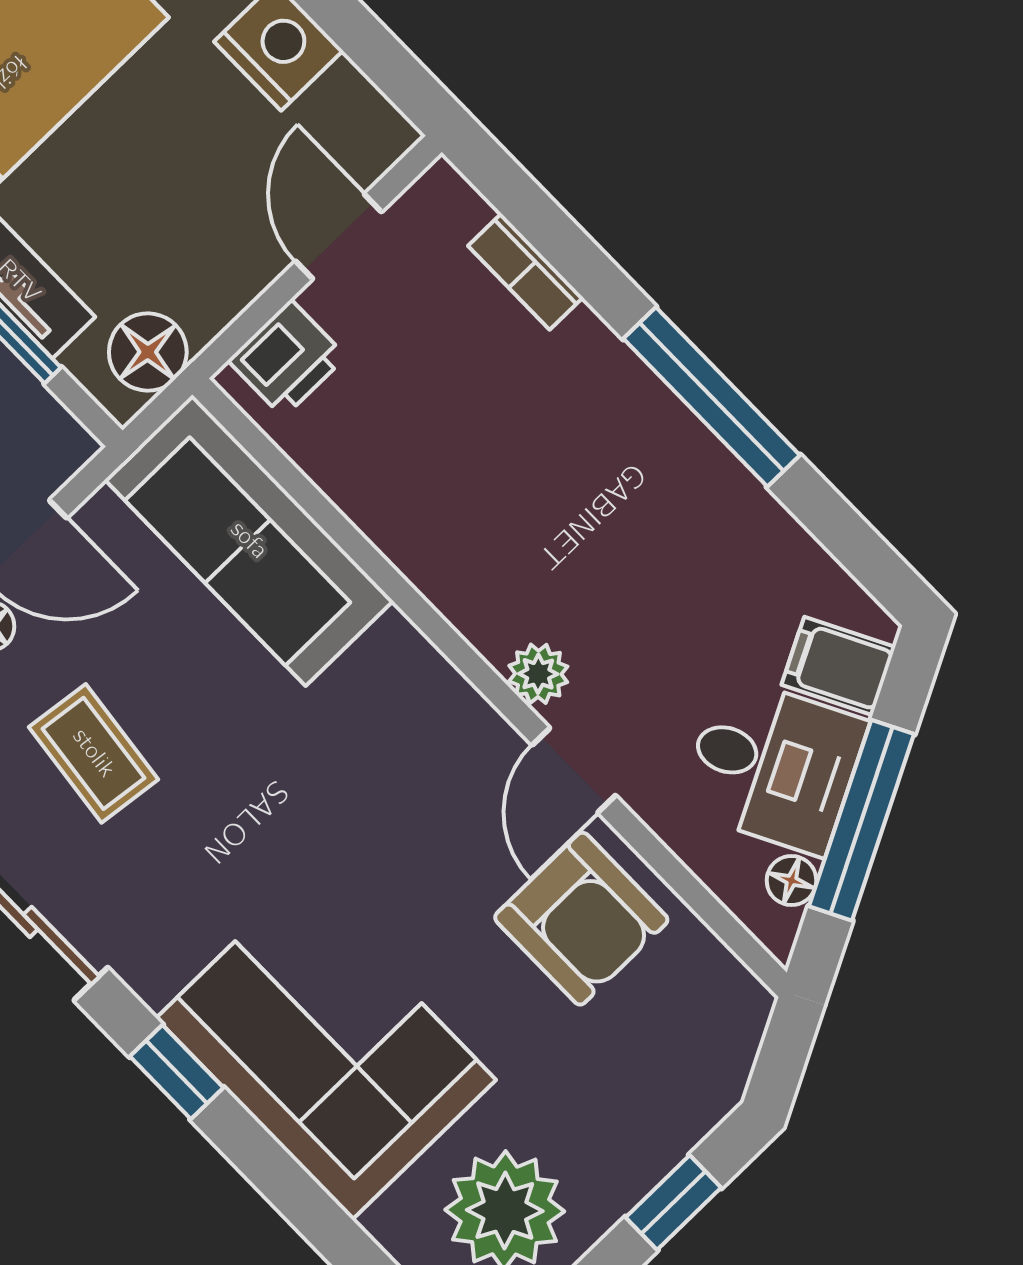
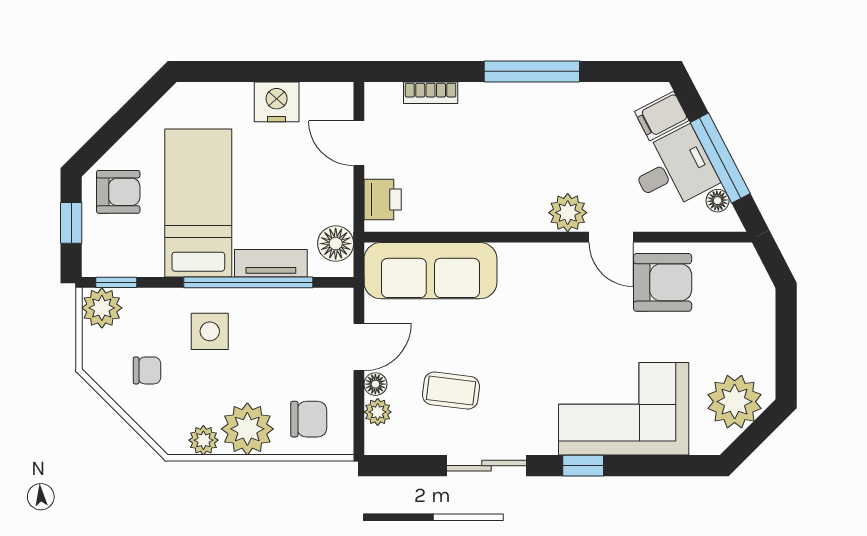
plant: (538, 674) -> (568, 213), width x1.38, depth x1.38
window: (673, 1202) -> (786, 343), removed

